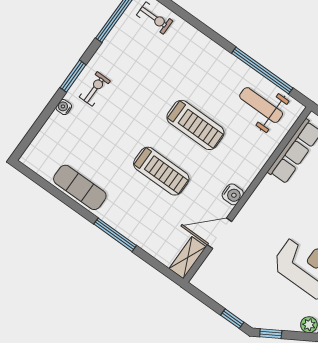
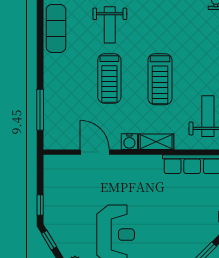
weight bench: (112, 135) -> (110, 25), added
window: (115, 235) -> (40, 110), moved
shelving: (188, 258) -> (156, 142), moved

